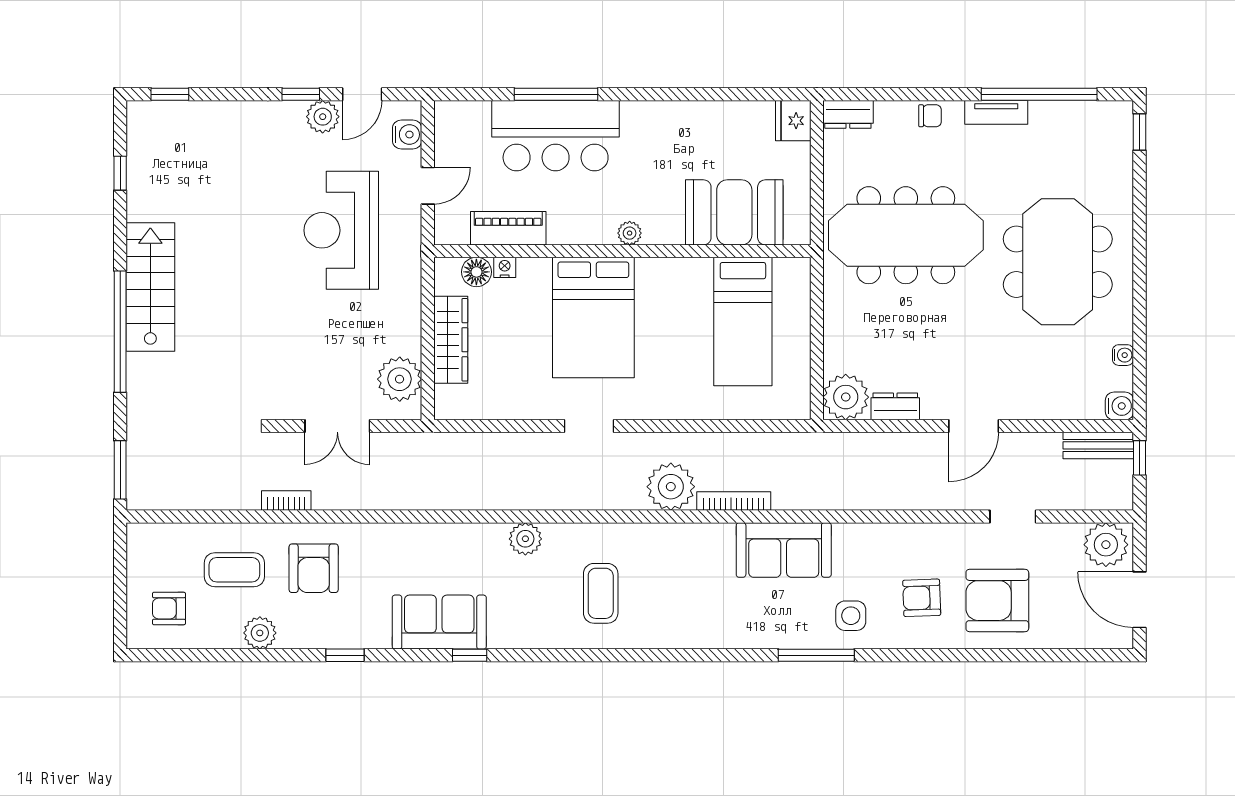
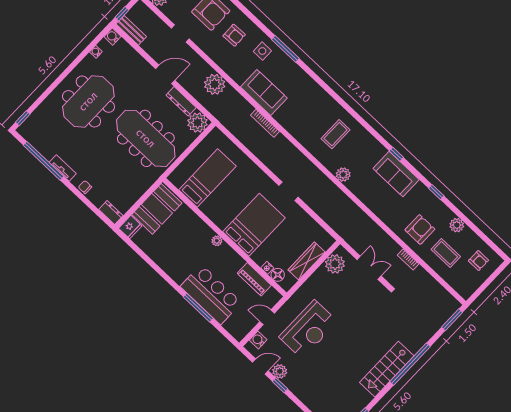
booth: (734, 212) -> (157, 209), moved, turned 90
meeting table: (906, 235) -> (146, 138), moved
dresser: (895, 406) -> (181, 101), width x1.44
plant: (671, 487) -> (215, 84), moved

